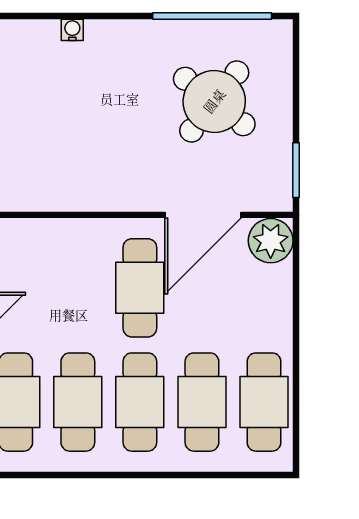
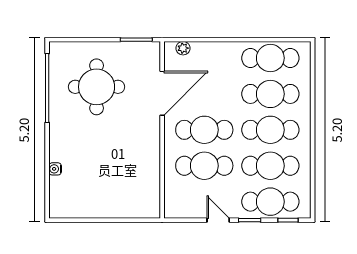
round table: (214, 101) -> (97, 87), turned -38
door: (203, 215) -> (162, 93), hinge flipped
plant: (271, 241) -> (183, 48), width x0.53, depth x0.53
cafe table: (78, 288) -> (204, 166), added

